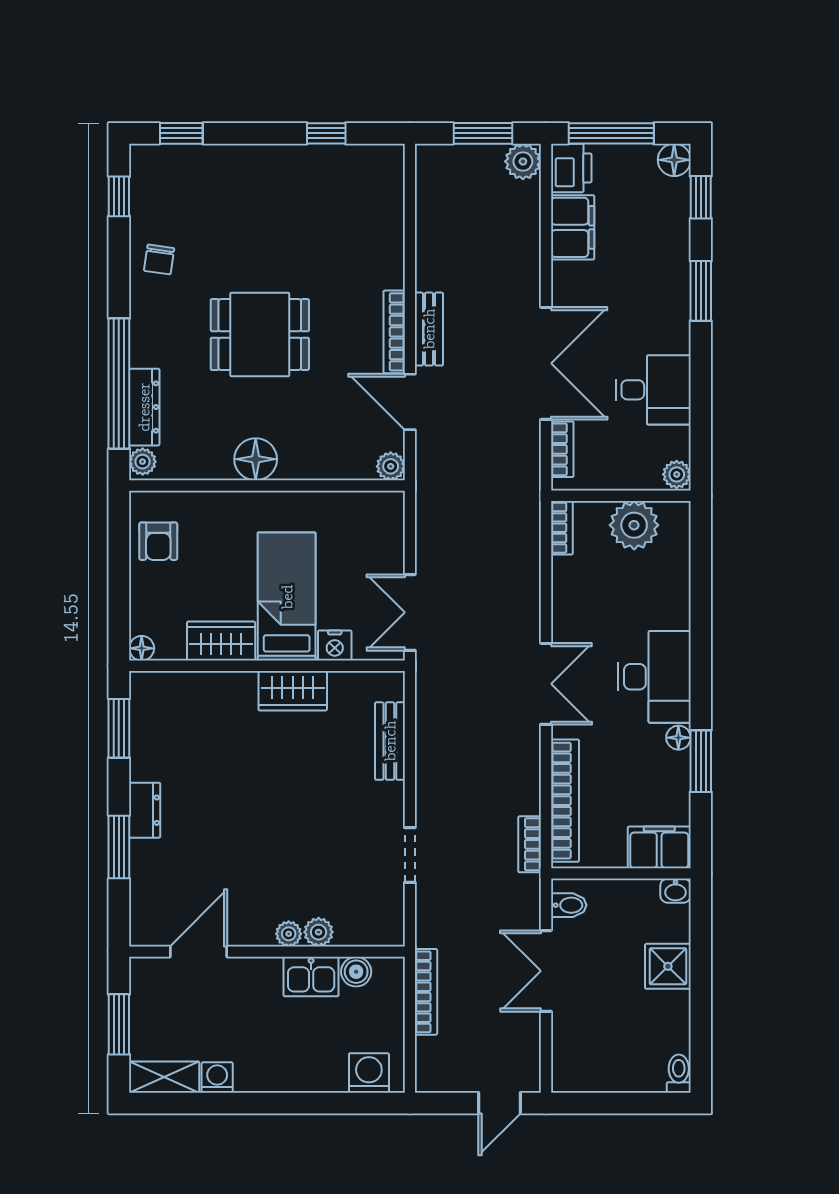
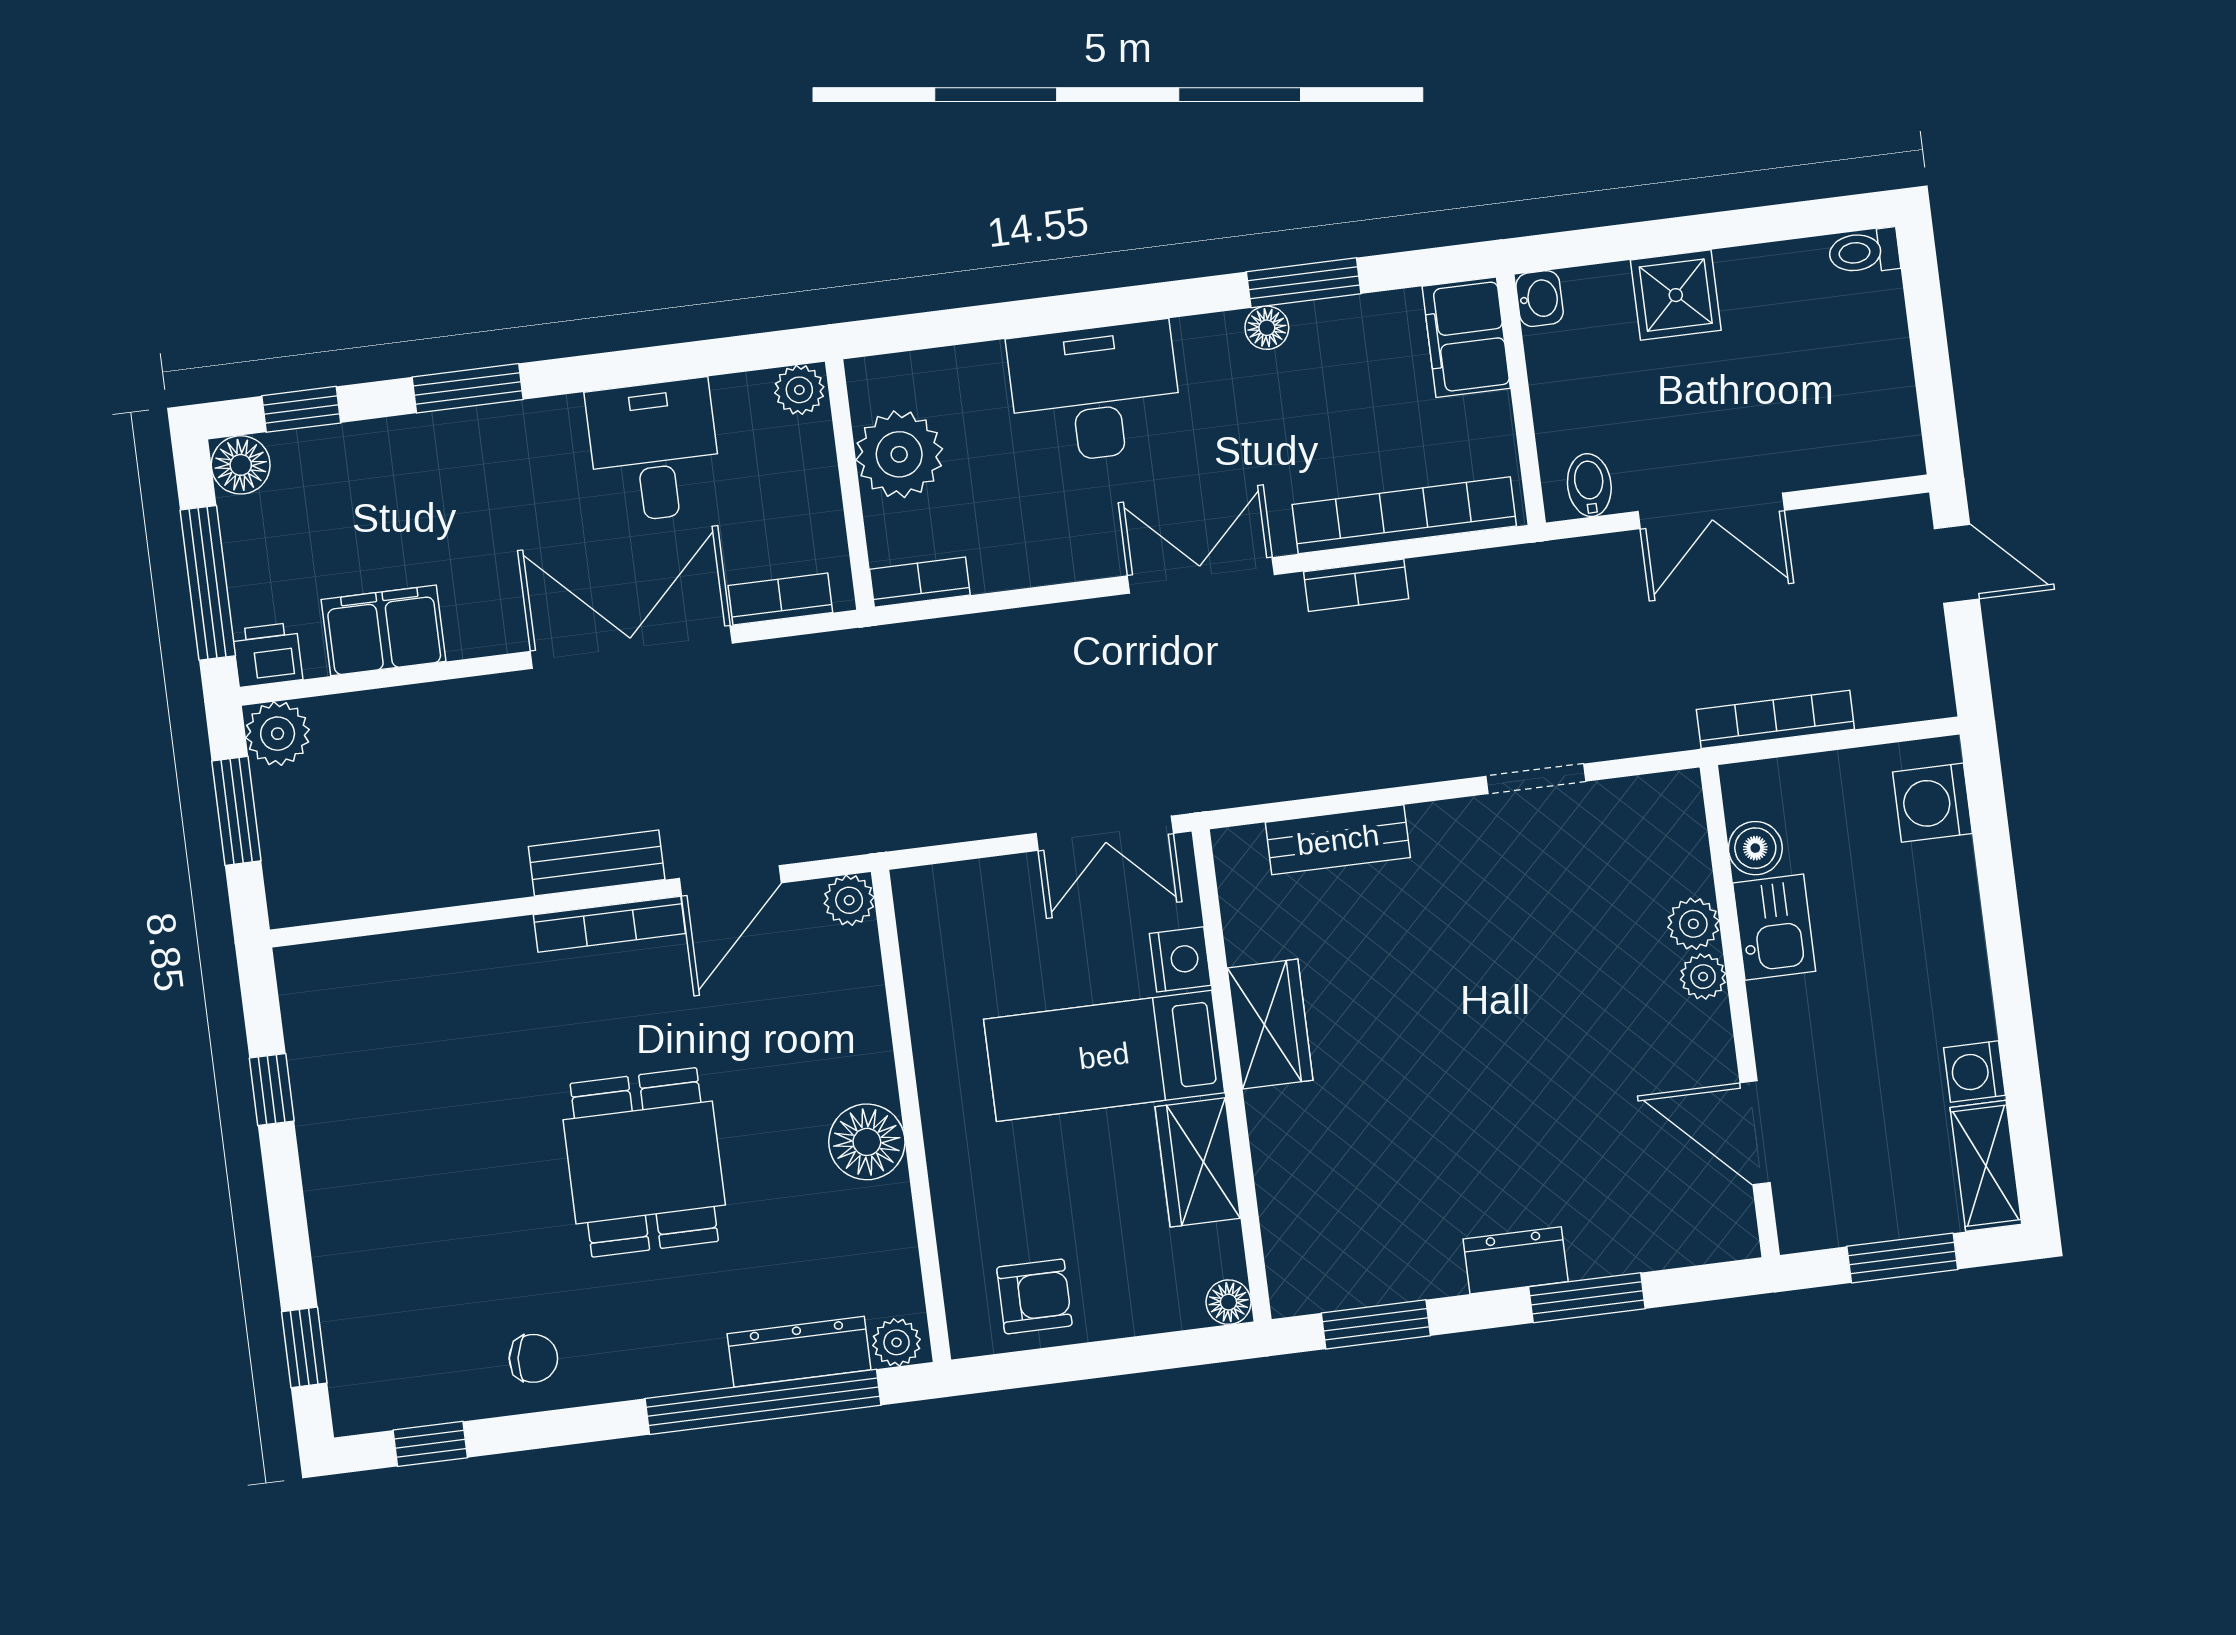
printer: (571, 168) -> (267, 655), width x0.73, depth x0.81
desk: (654, 677) -> (1095, 393), moved
bookcase: (530, 844) -> (1356, 585), moved

